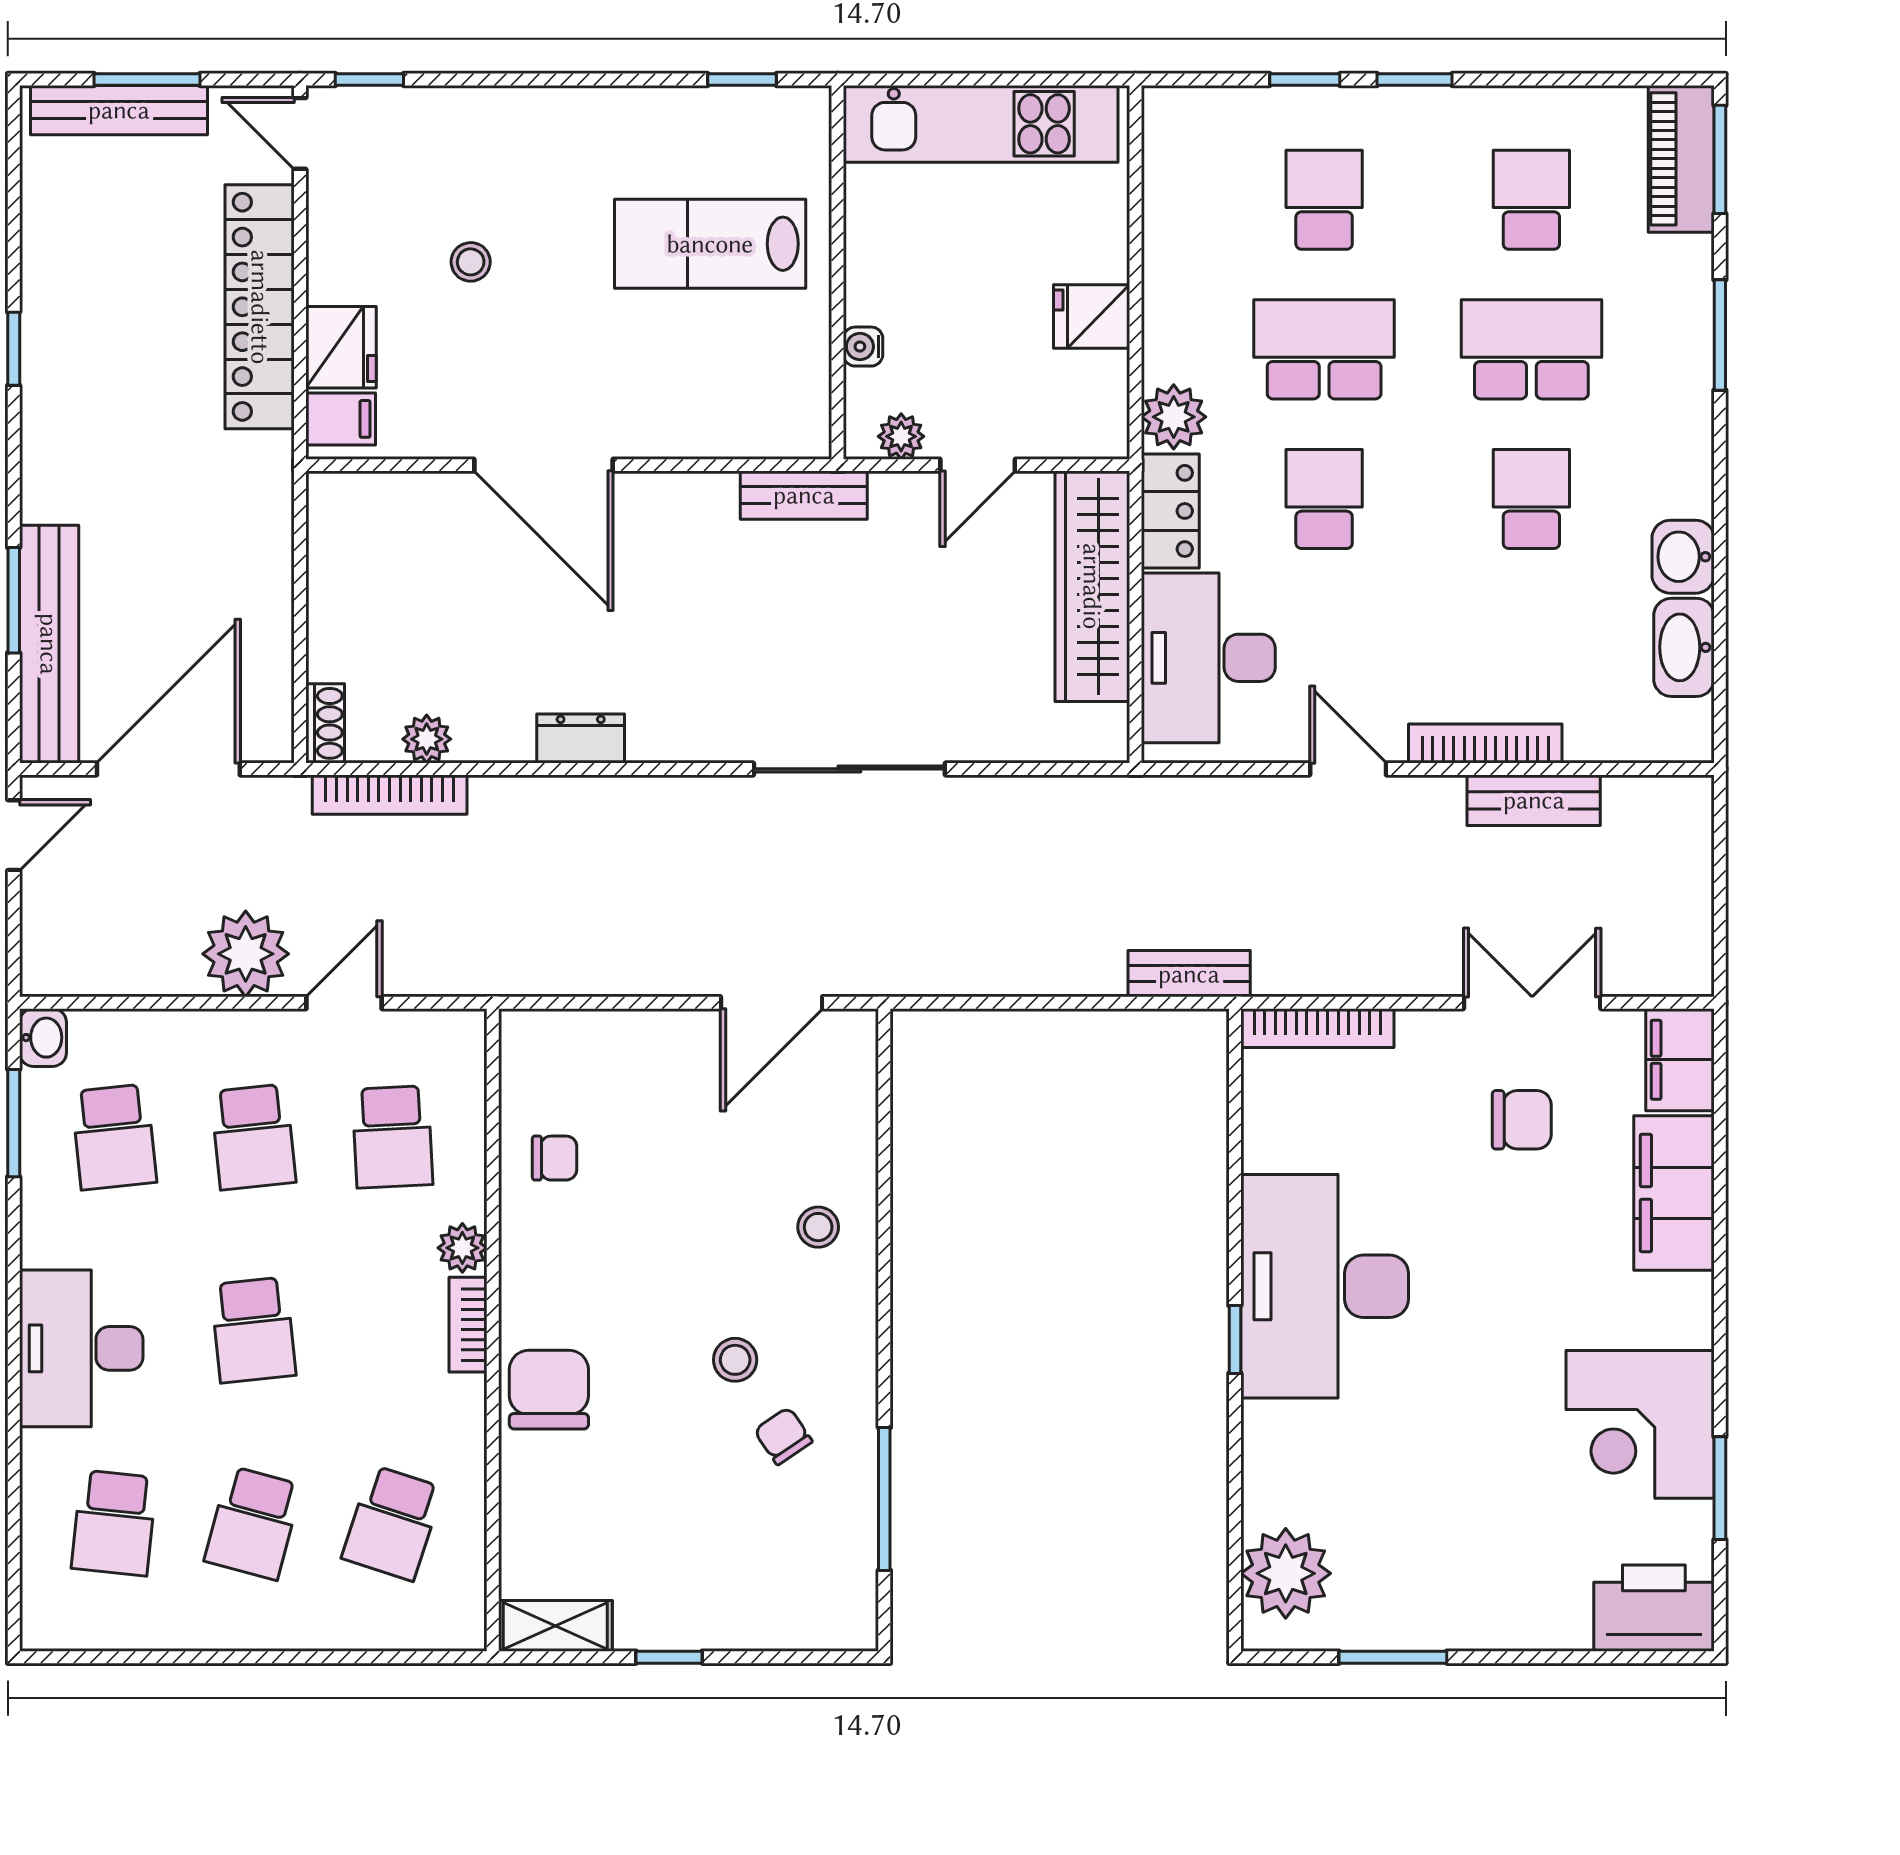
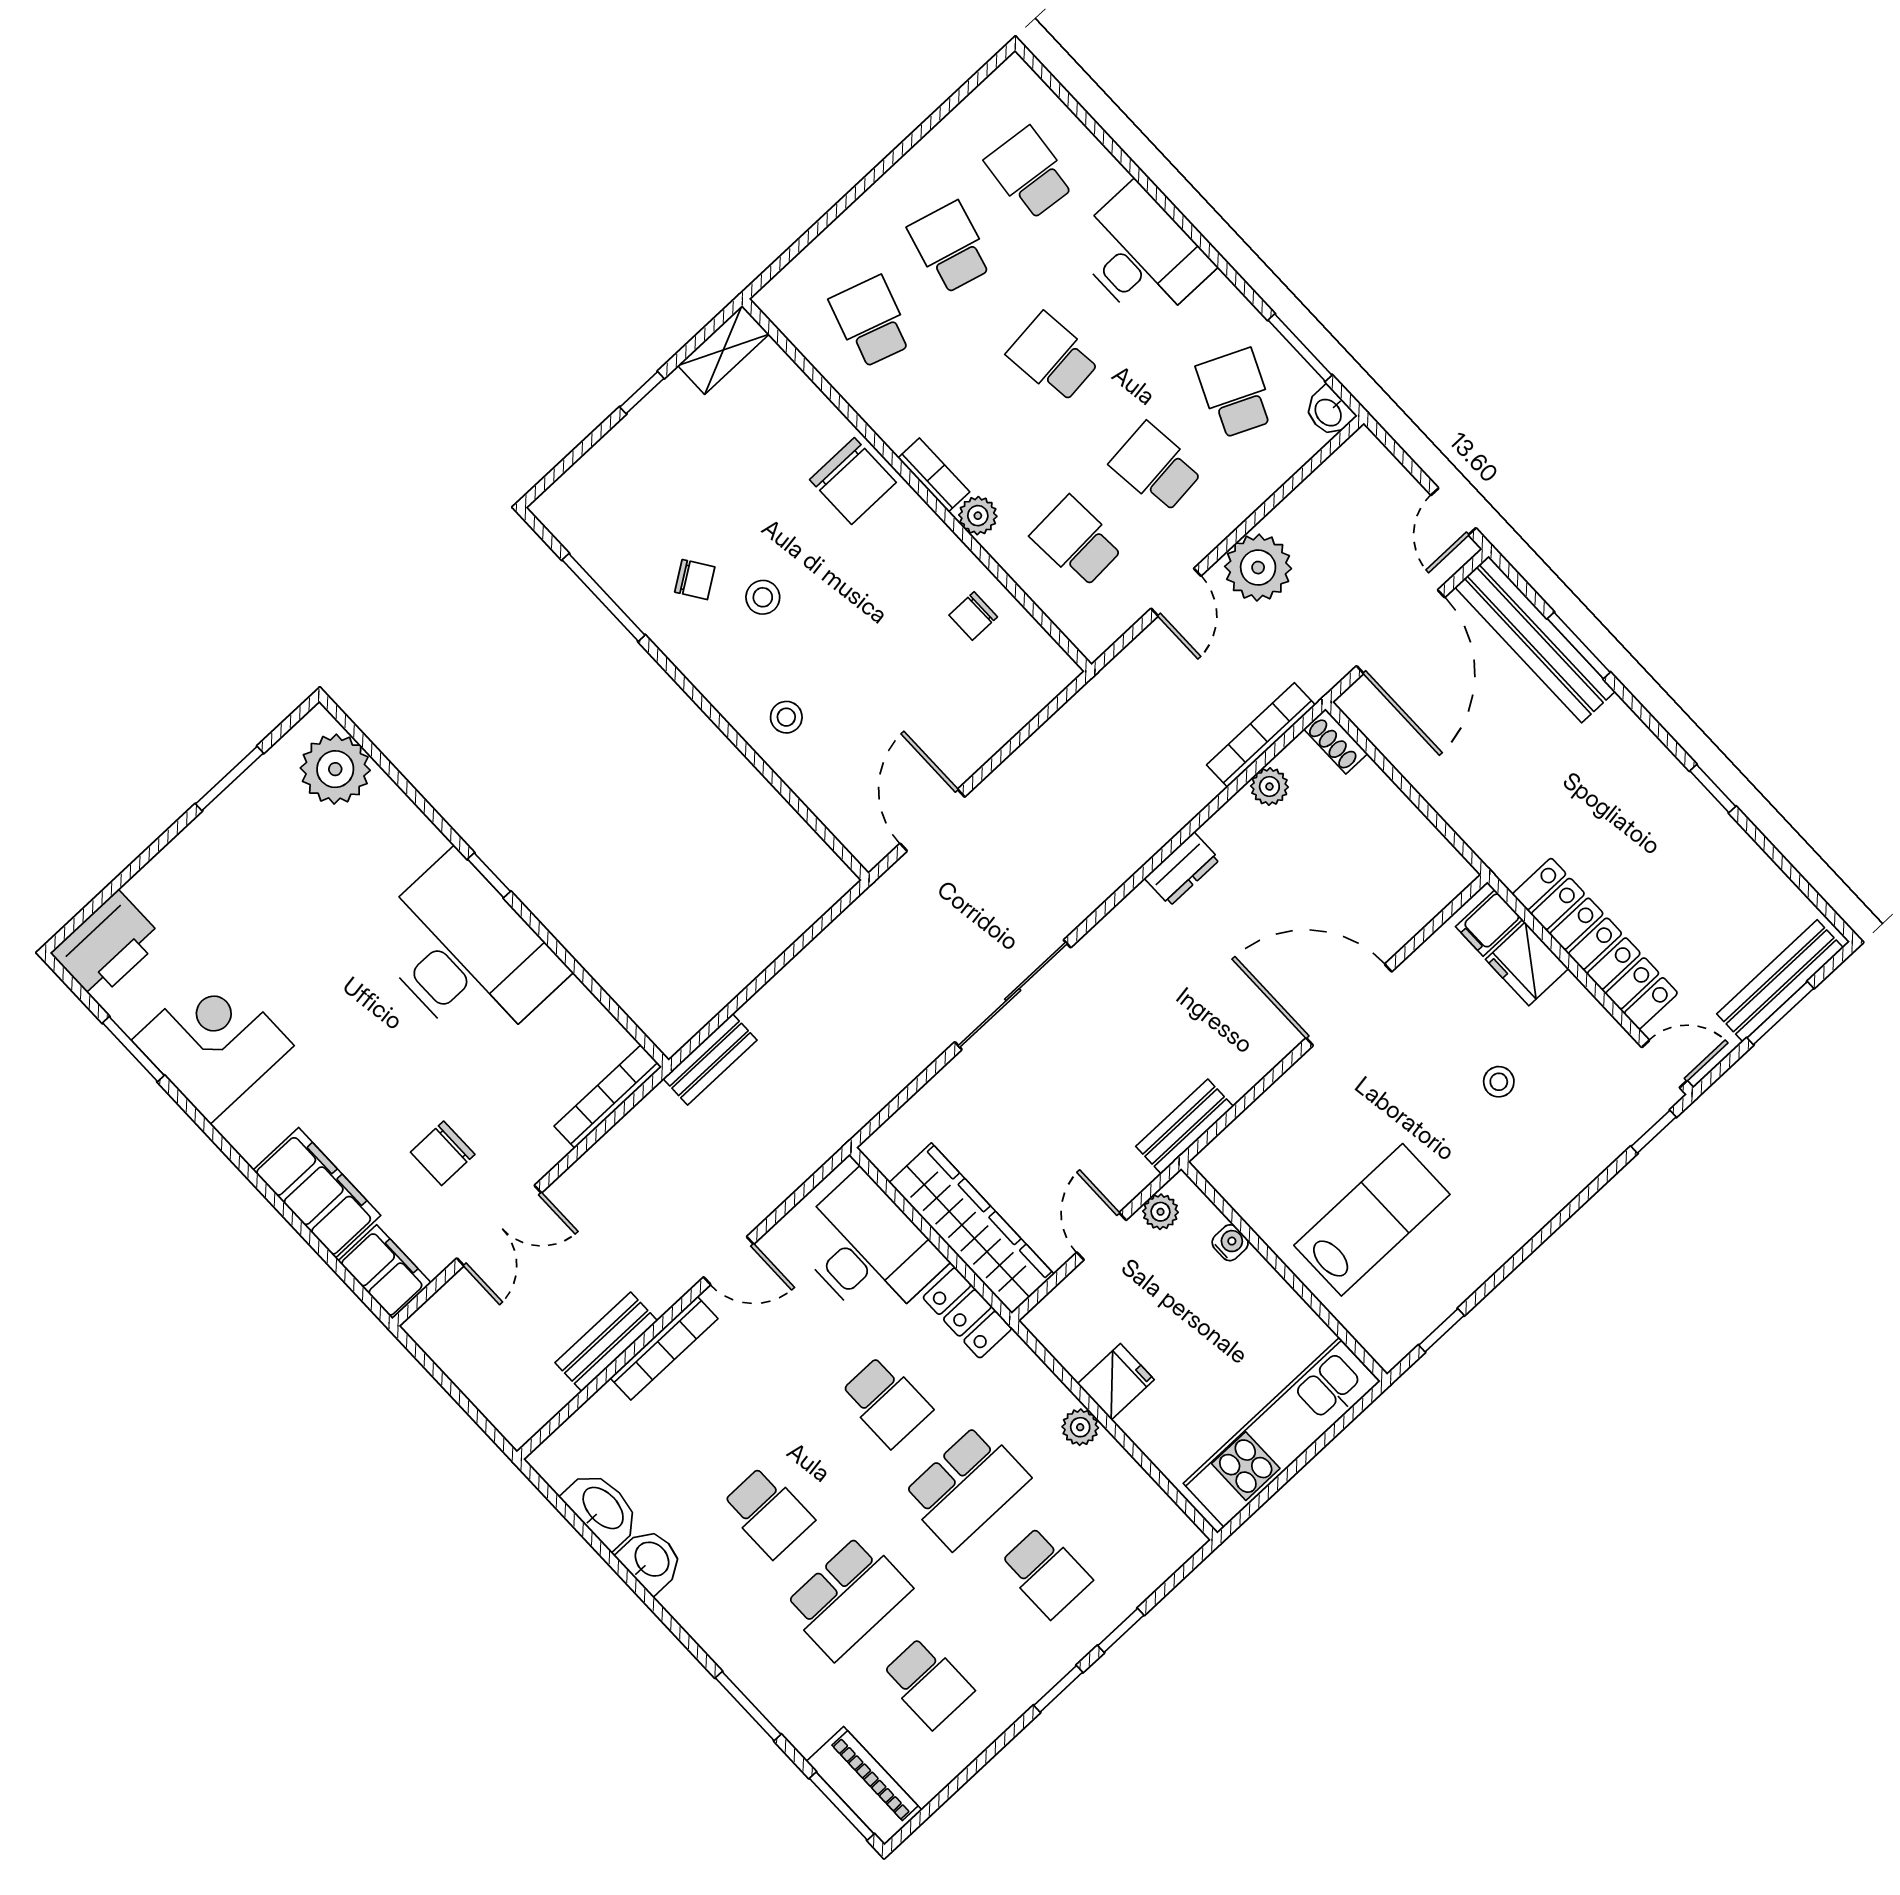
plant: (1174, 417) -> (1080, 1427), moved, width x0.73, depth x0.73
school desk: (114, 1137) -> (1235, 393), turned 30

